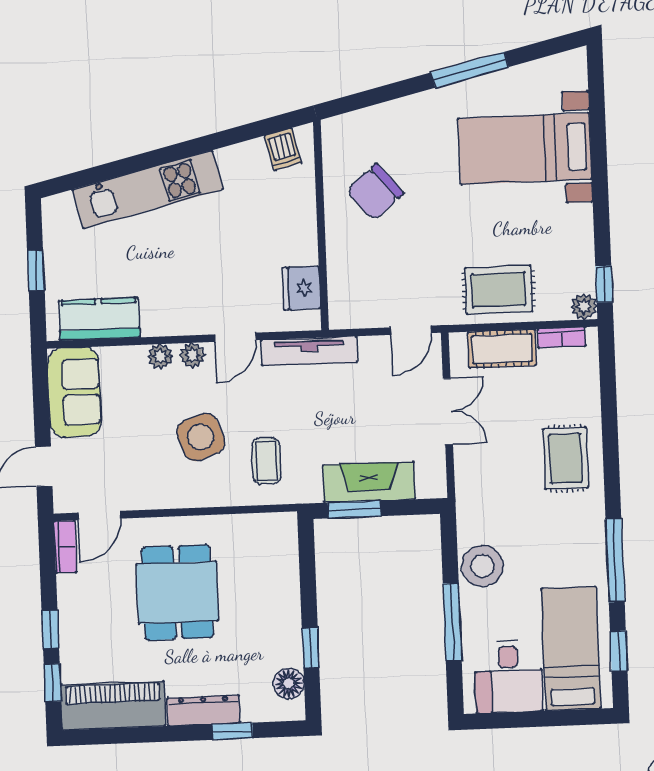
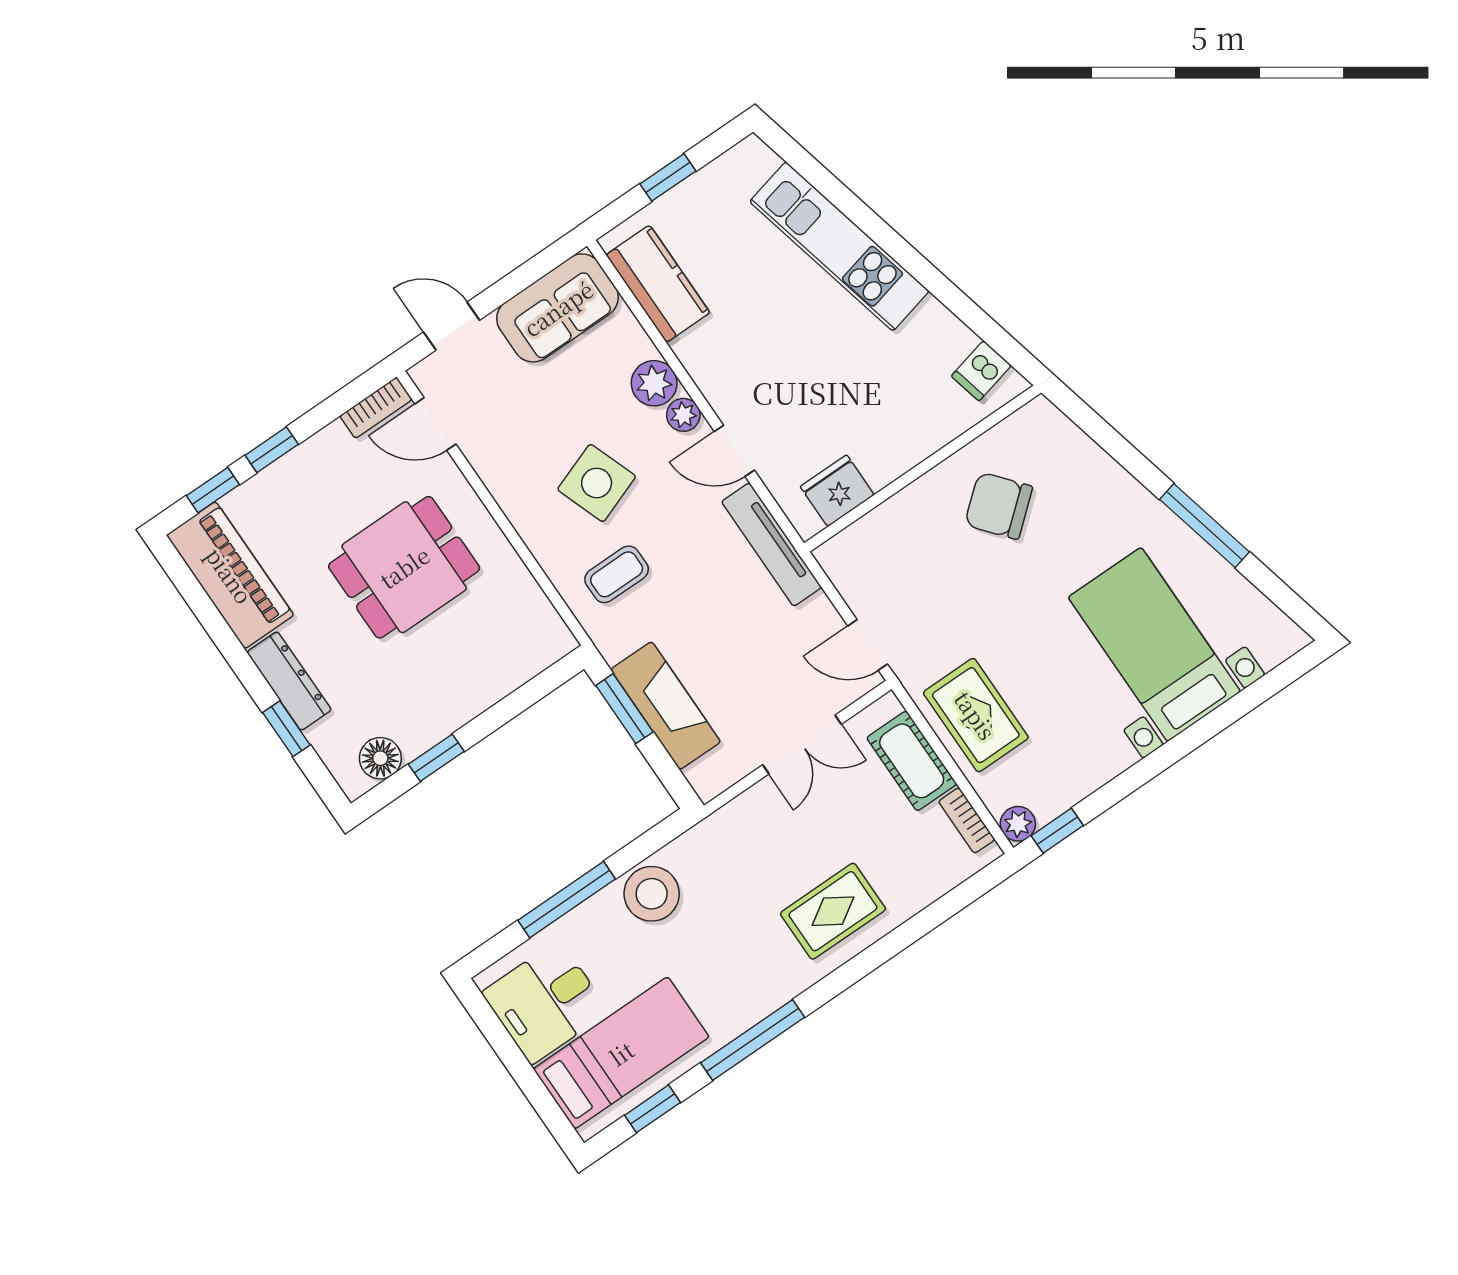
plant: (160, 356) -> (654, 383), width x1.38, depth x1.38

